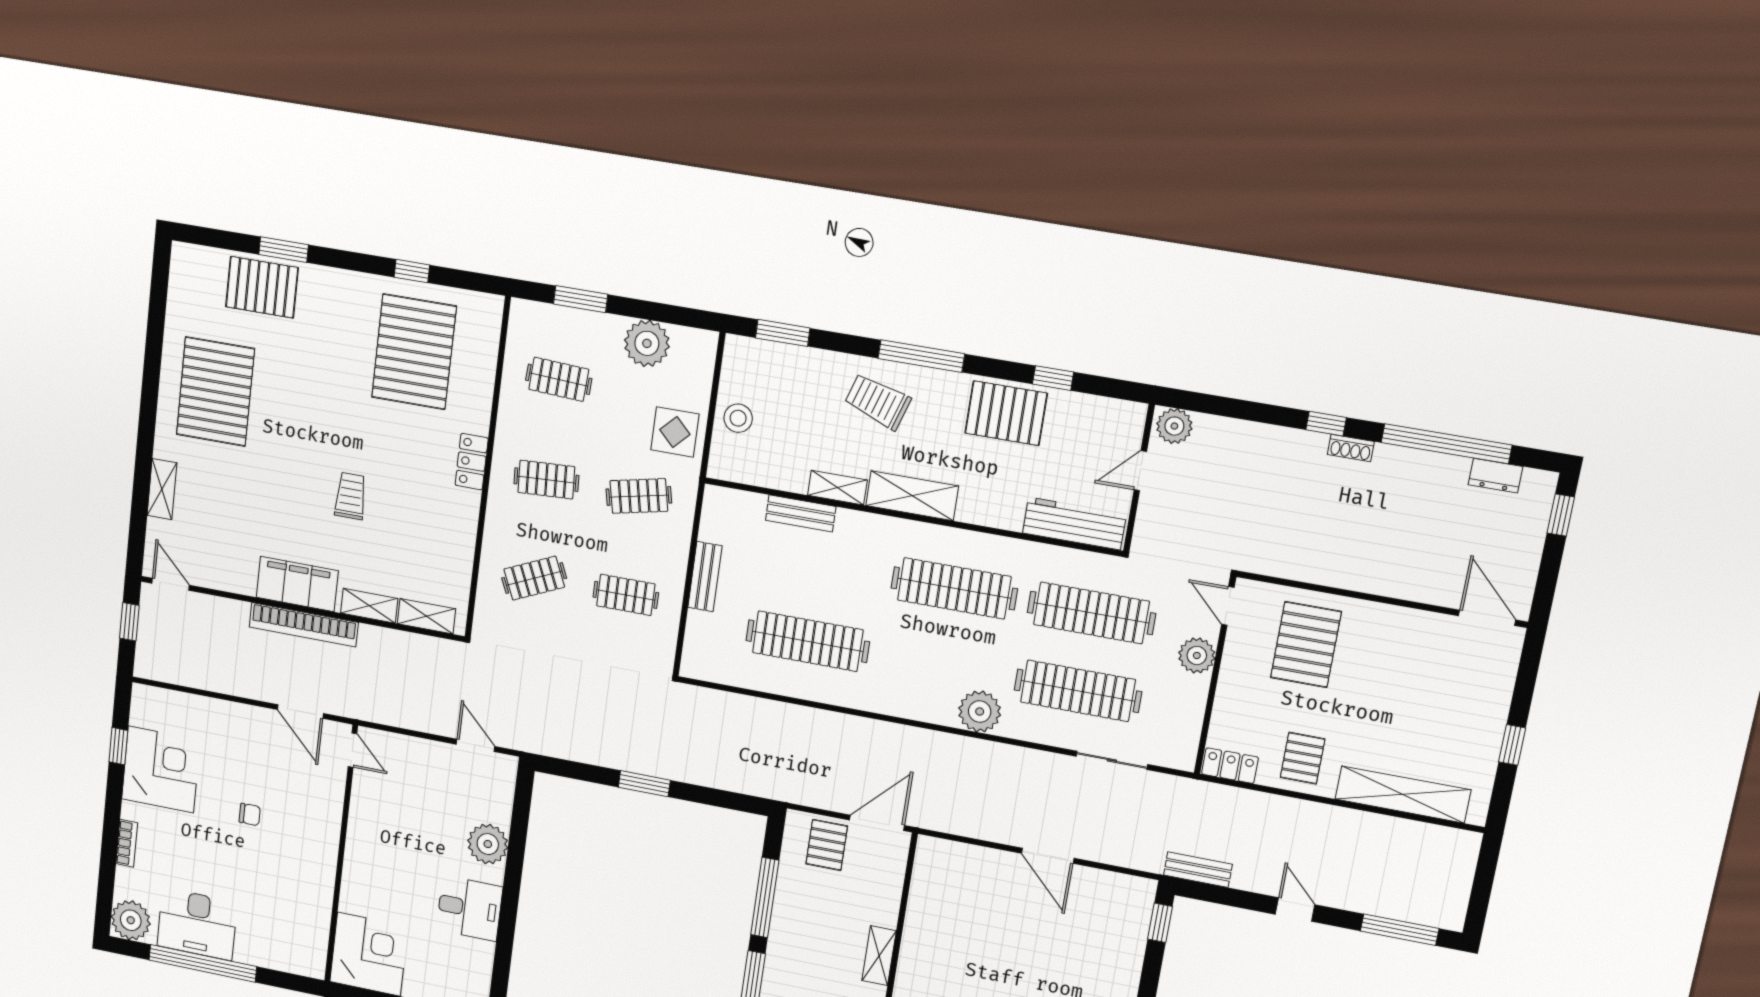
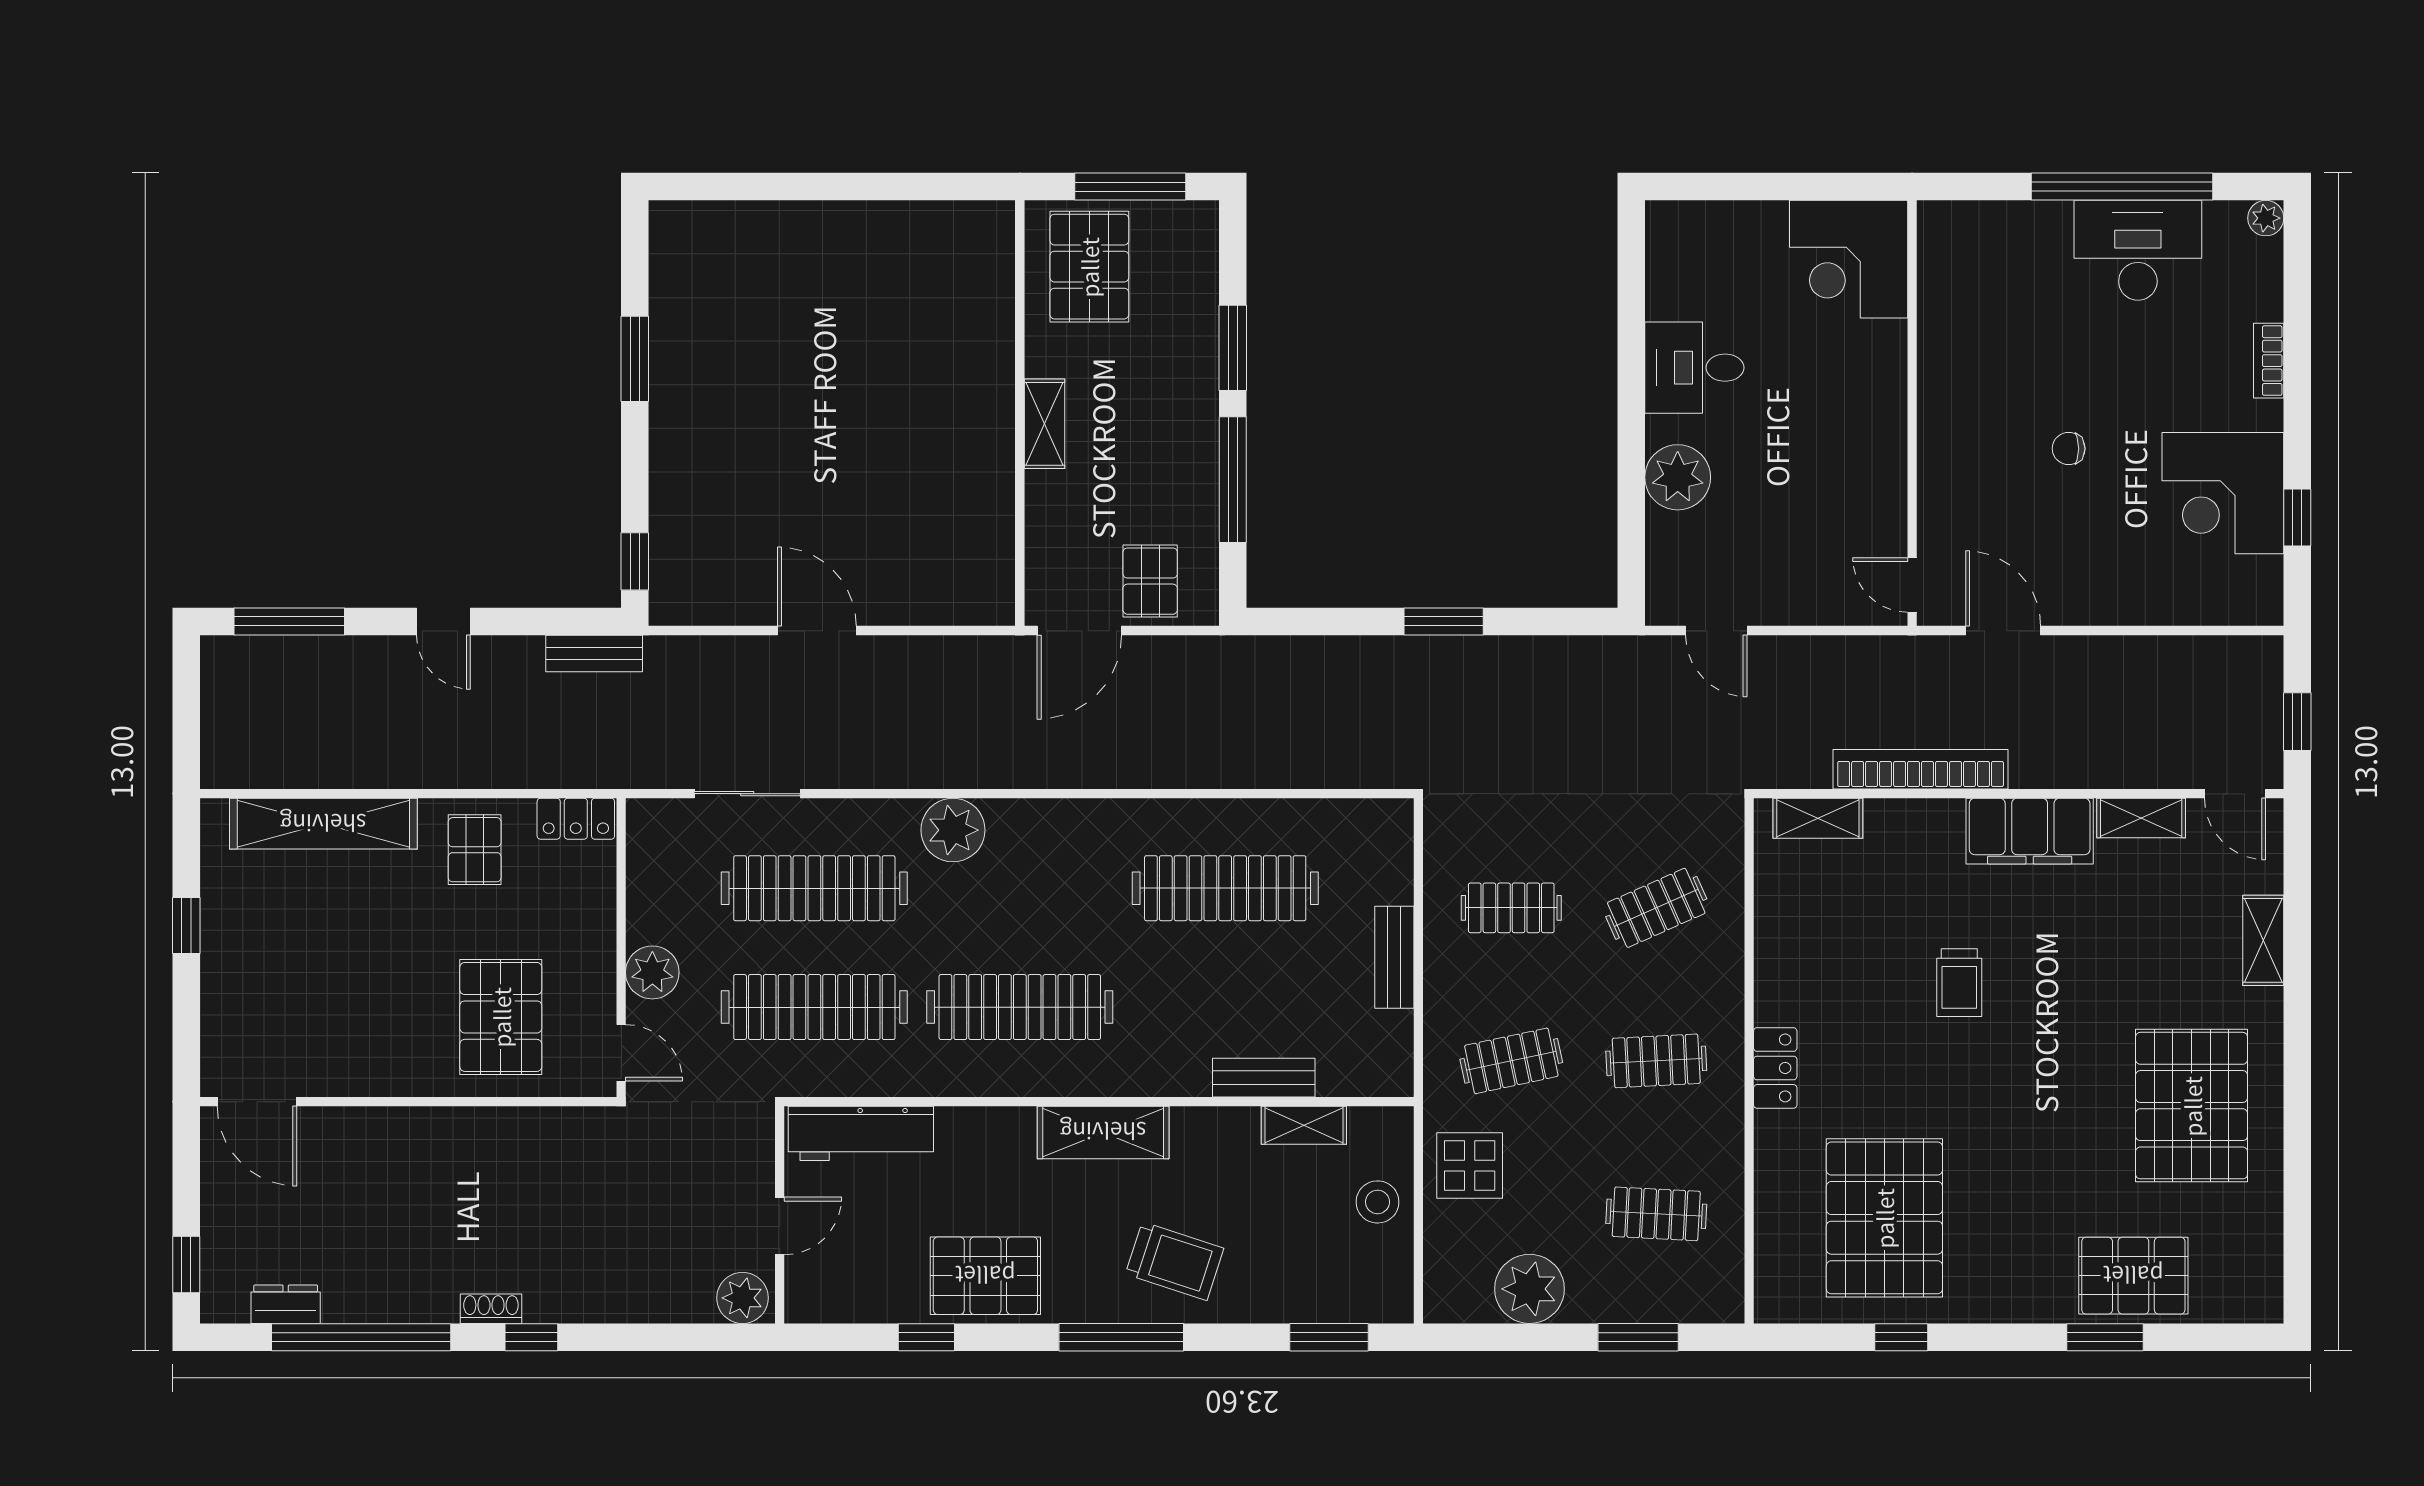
shelving: (837, 488) -> (1304, 1125), moved
shelving: (369, 606) -> (2141, 818), moved
bookcase: (304, 625) -> (1921, 769), moved
plant: (131, 920) -> (2266, 218), width x0.53, depth x0.53

